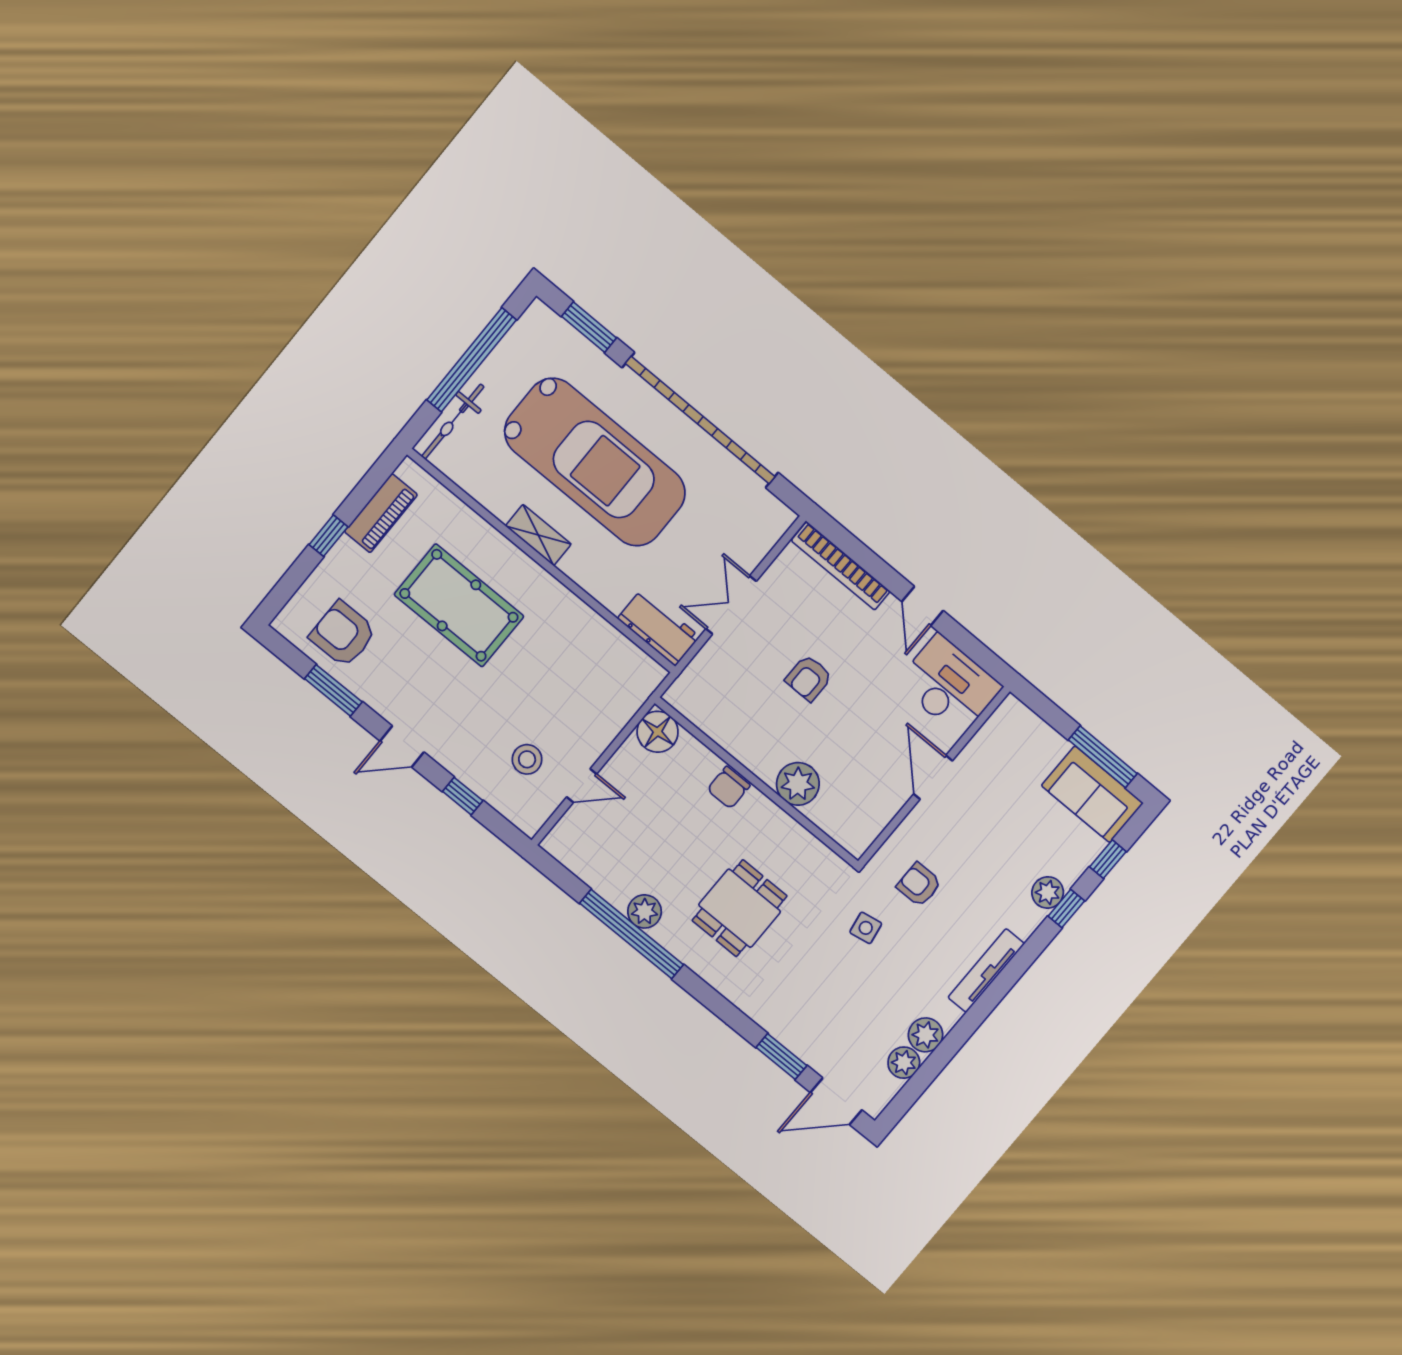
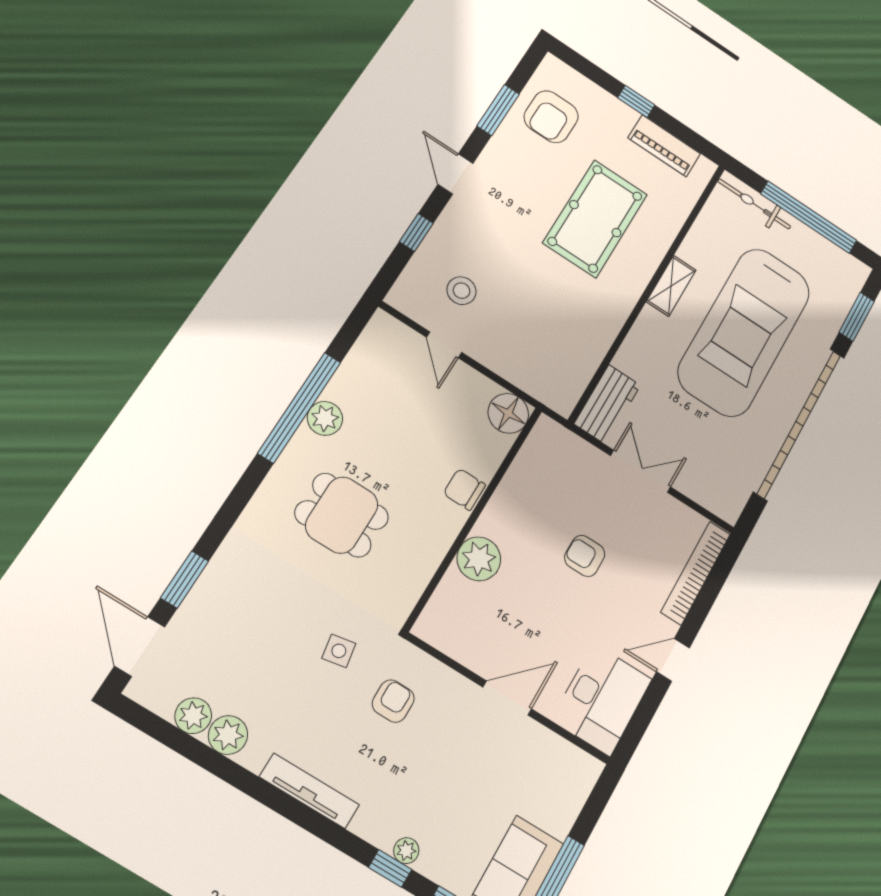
armchair: (343, 634) -> (551, 117), turned 180
plant: (1048, 892) -> (406, 851), width x0.73, depth x0.73

